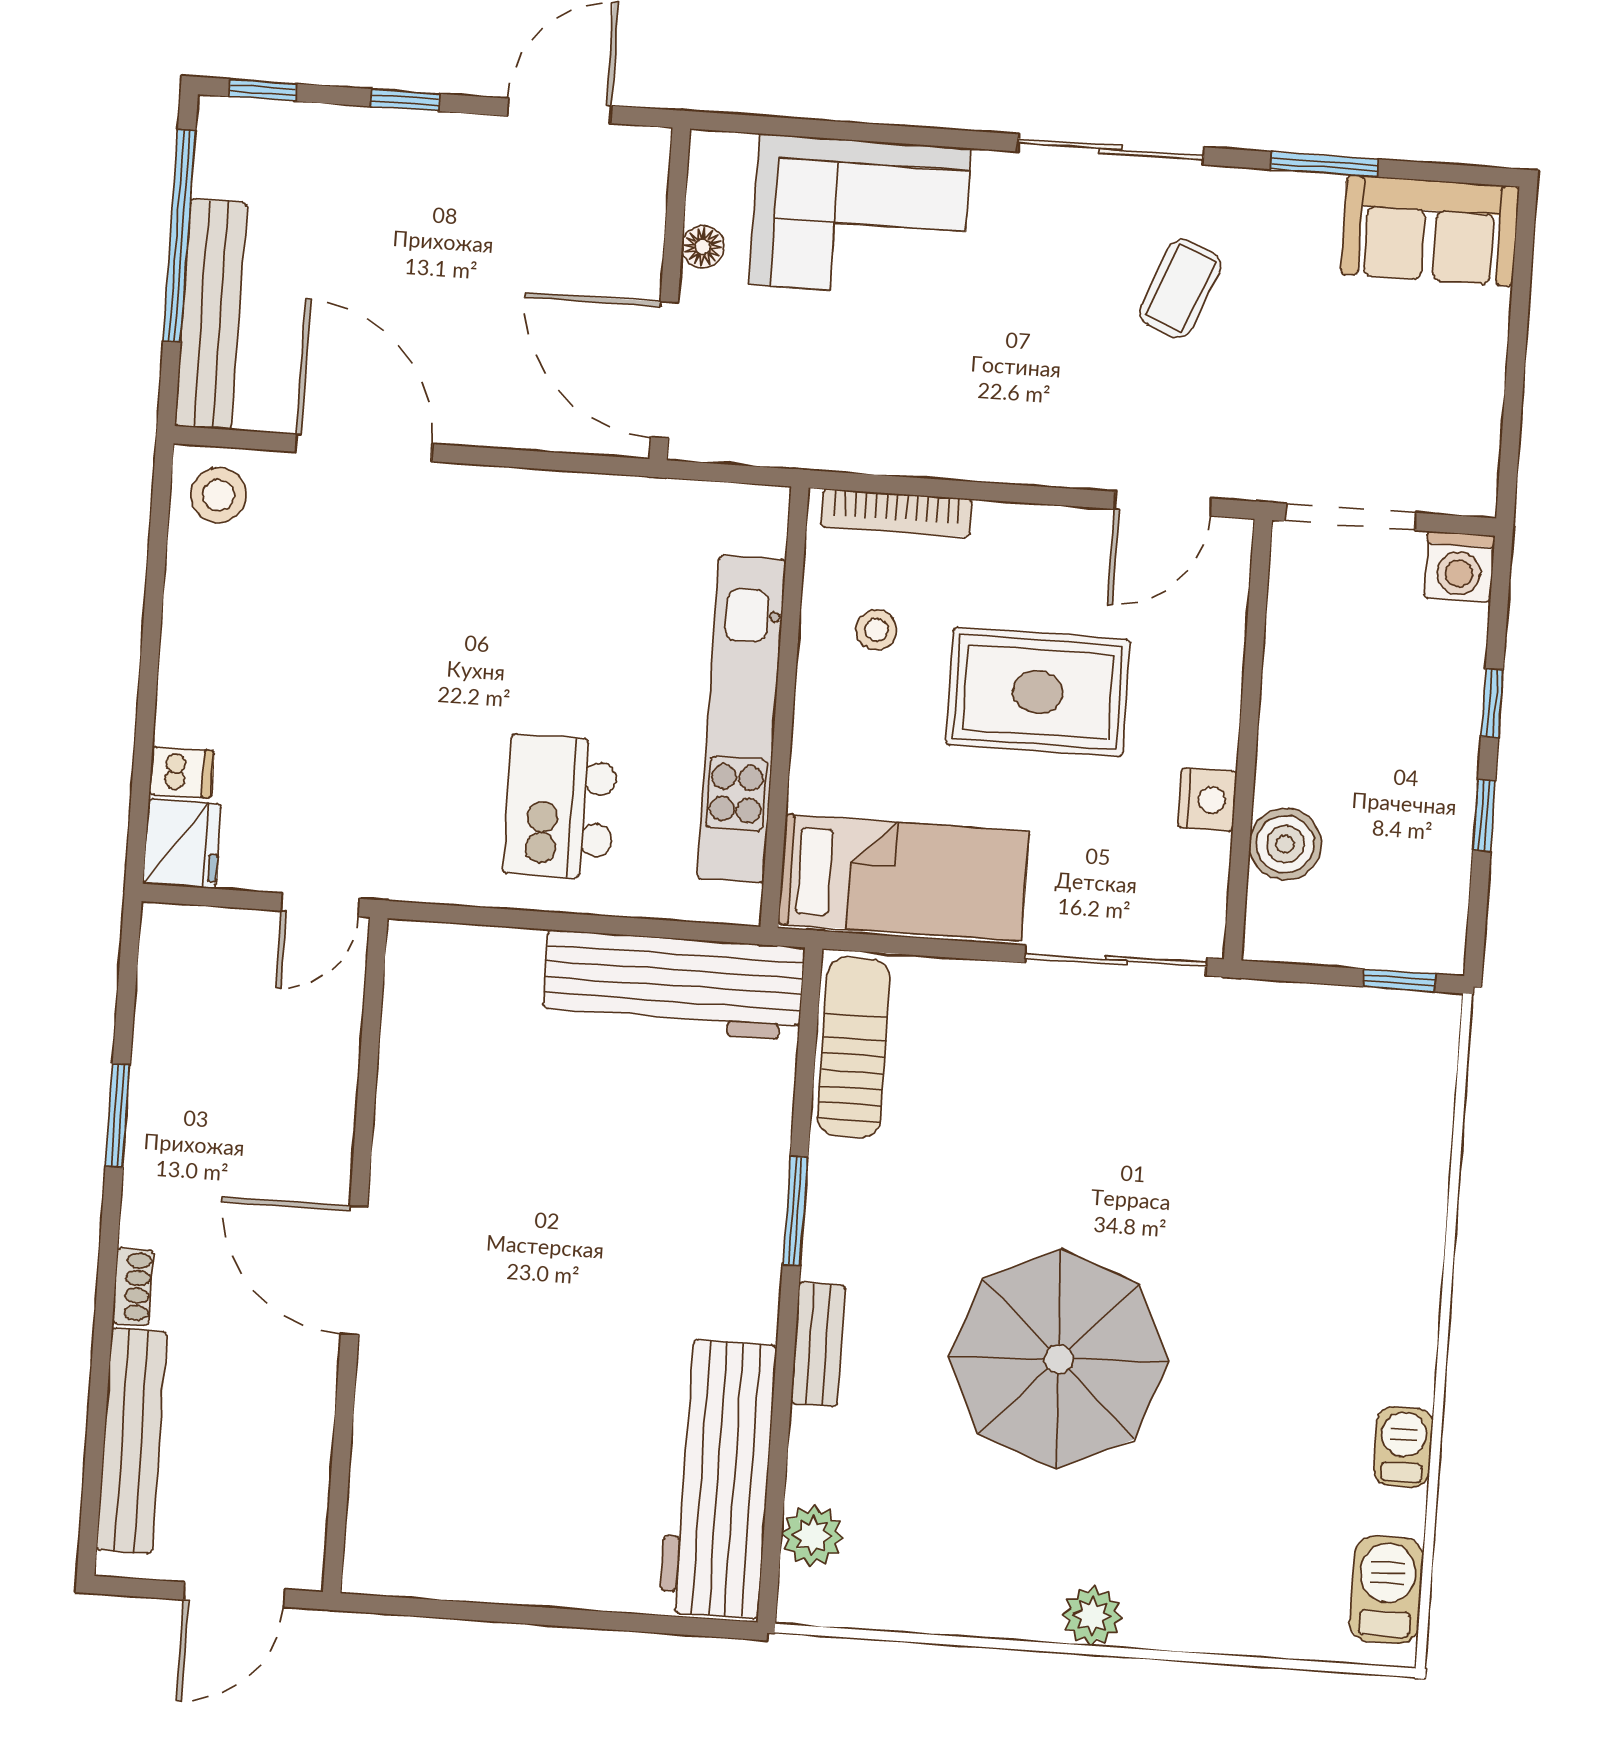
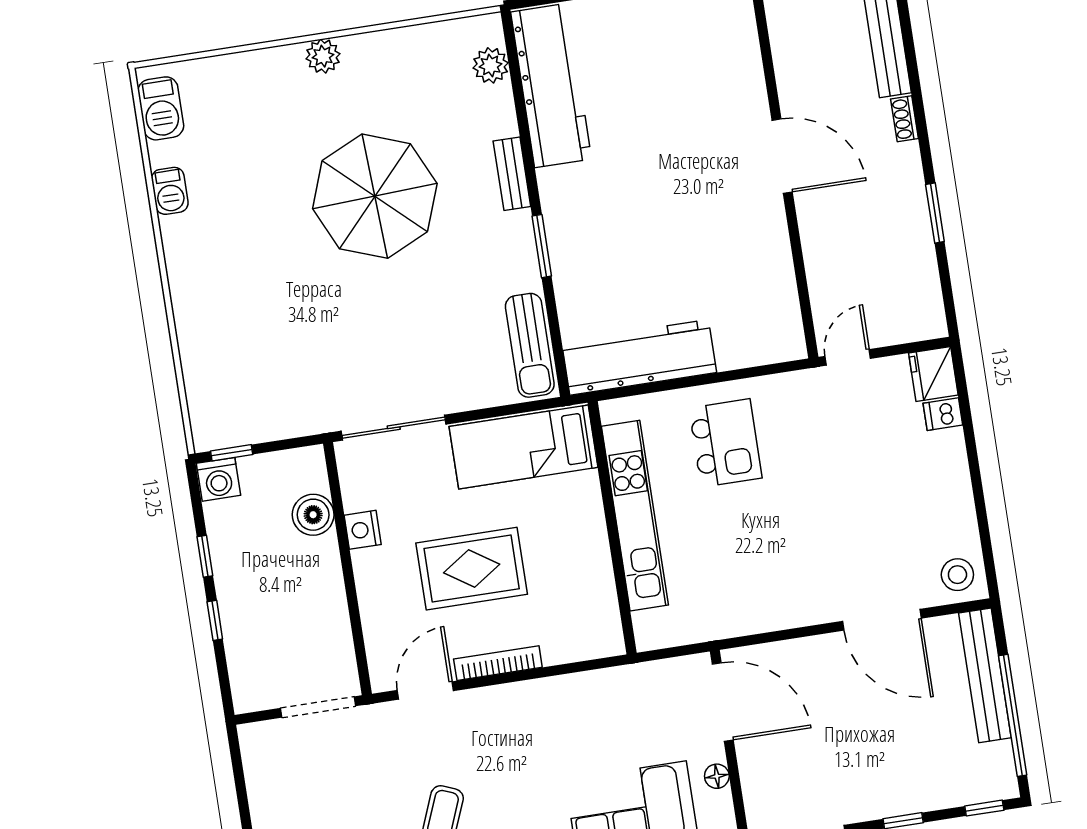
bookcase: (896, 513) -> (498, 663), moved
washing machine: (1459, 567) -> (218, 479), moved, turned 180
stool: (876, 630) -> (570, 583), removed

